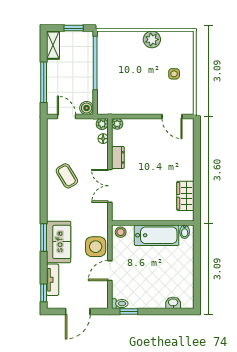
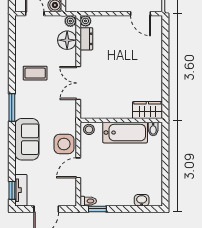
floor lamp: (103, 139) -> (67, 40), width x1.89, depth x1.89
dresser: (118, 157) -> (86, 39), moved
coffee table: (67, 176) -> (35, 73), turned -59
wardrobe: (185, 196) -> (147, 110), moved, turned 90
window: (44, 237) -> (12, 108), moved
tv unit: (53, 280) -> (21, 190), moved

